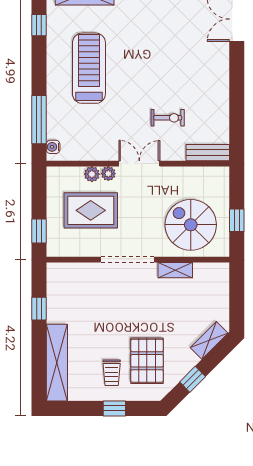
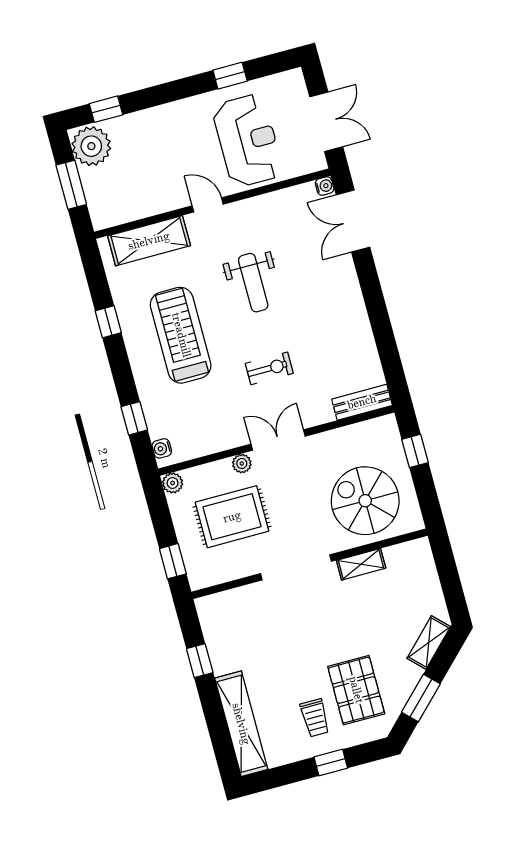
window: (39, 25) -> (108, 322), moved
weight bench: (152, 44) -> (253, 283), added
exercise bike: (168, 118) -> (269, 368), moved
window: (39, 120) -> (134, 418), width x0.46
plant: (92, 174) -> (173, 483), moved
window: (237, 220) -> (415, 451), moved
window: (193, 379) -> (421, 698), width x1.50

